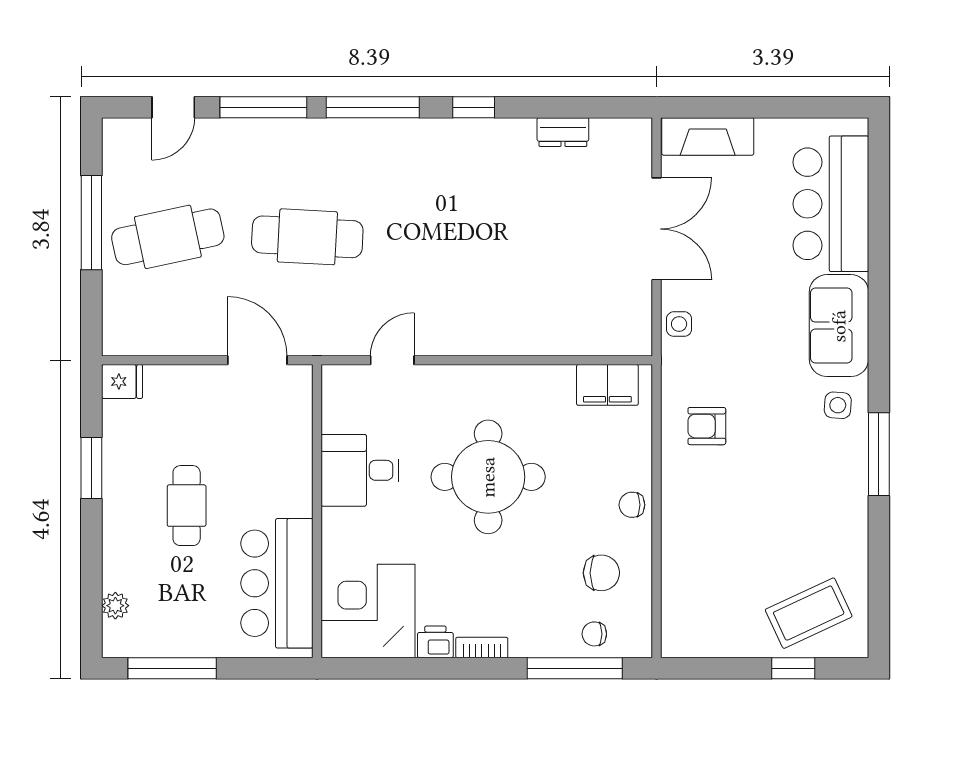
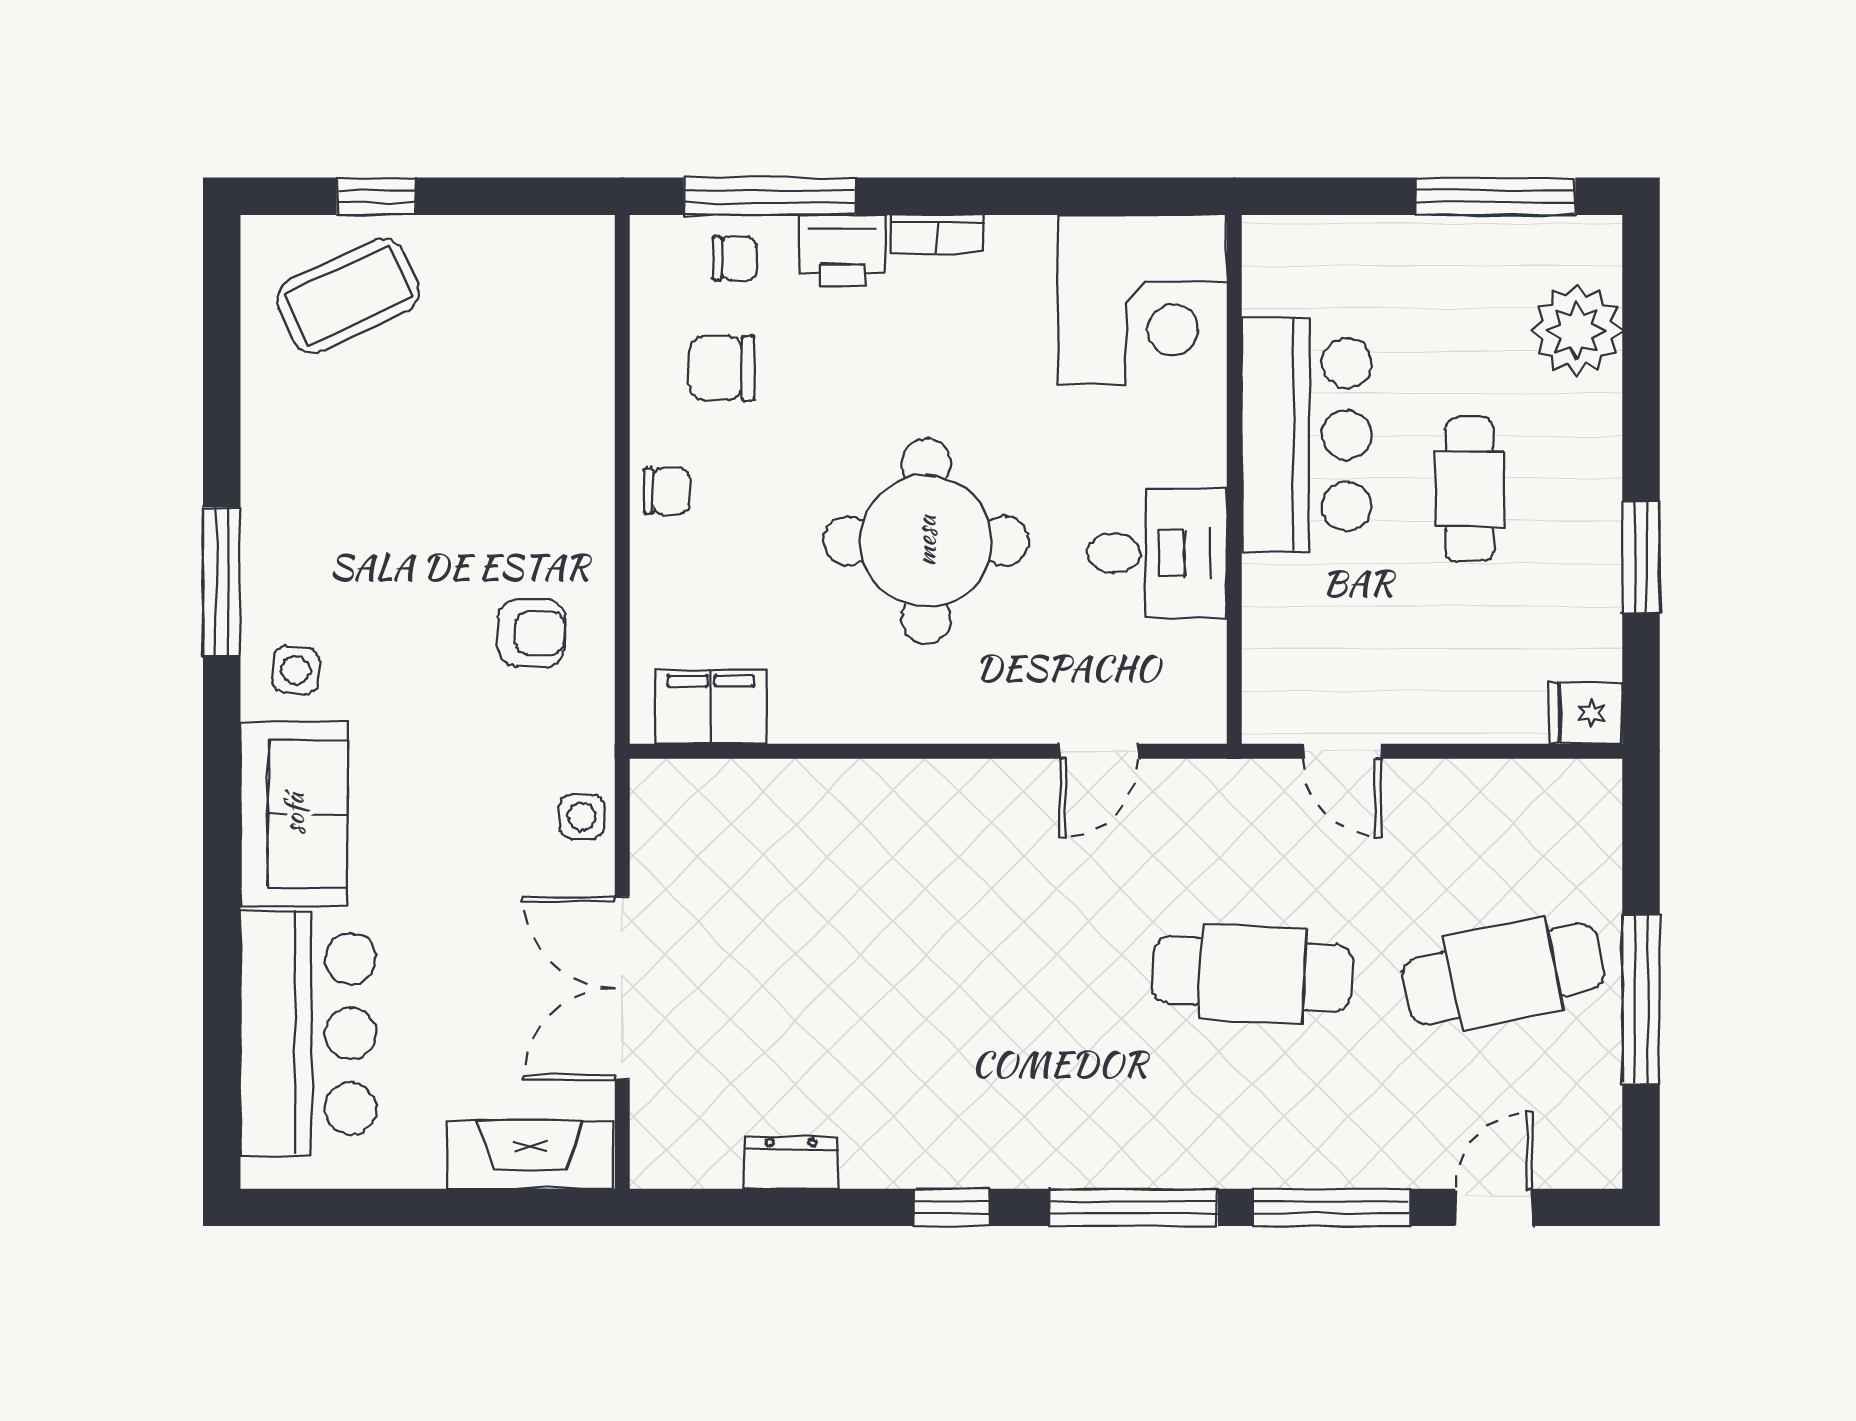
door: (257, 360) -> (1342, 751), width x0.73
bar counter: (277, 583) -> (1307, 435), moved
plant: (115, 606) -> (1577, 330), width x1.87, depth x1.87
printer: (435, 642) -> (842, 251), moved, width x1.36, depth x1.24

